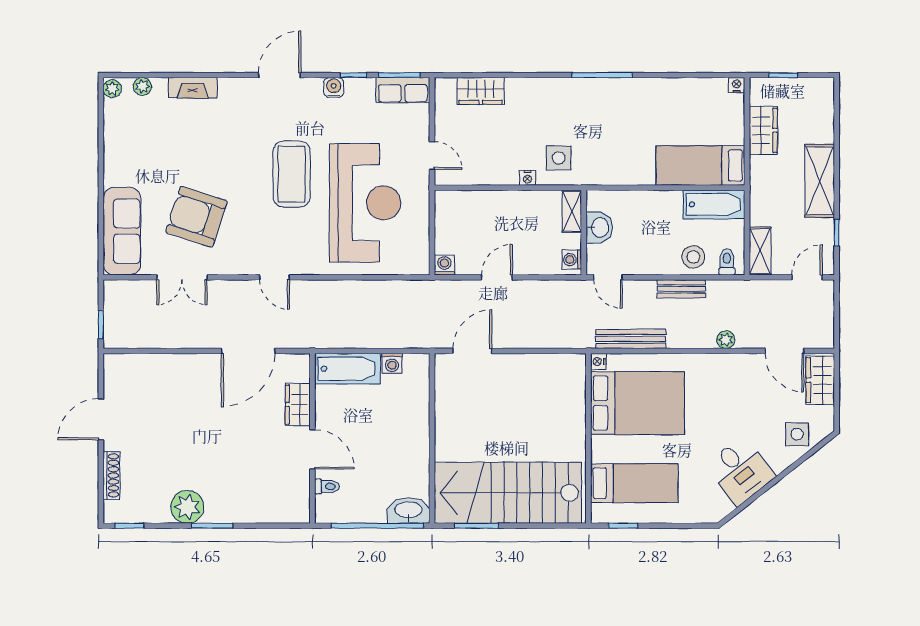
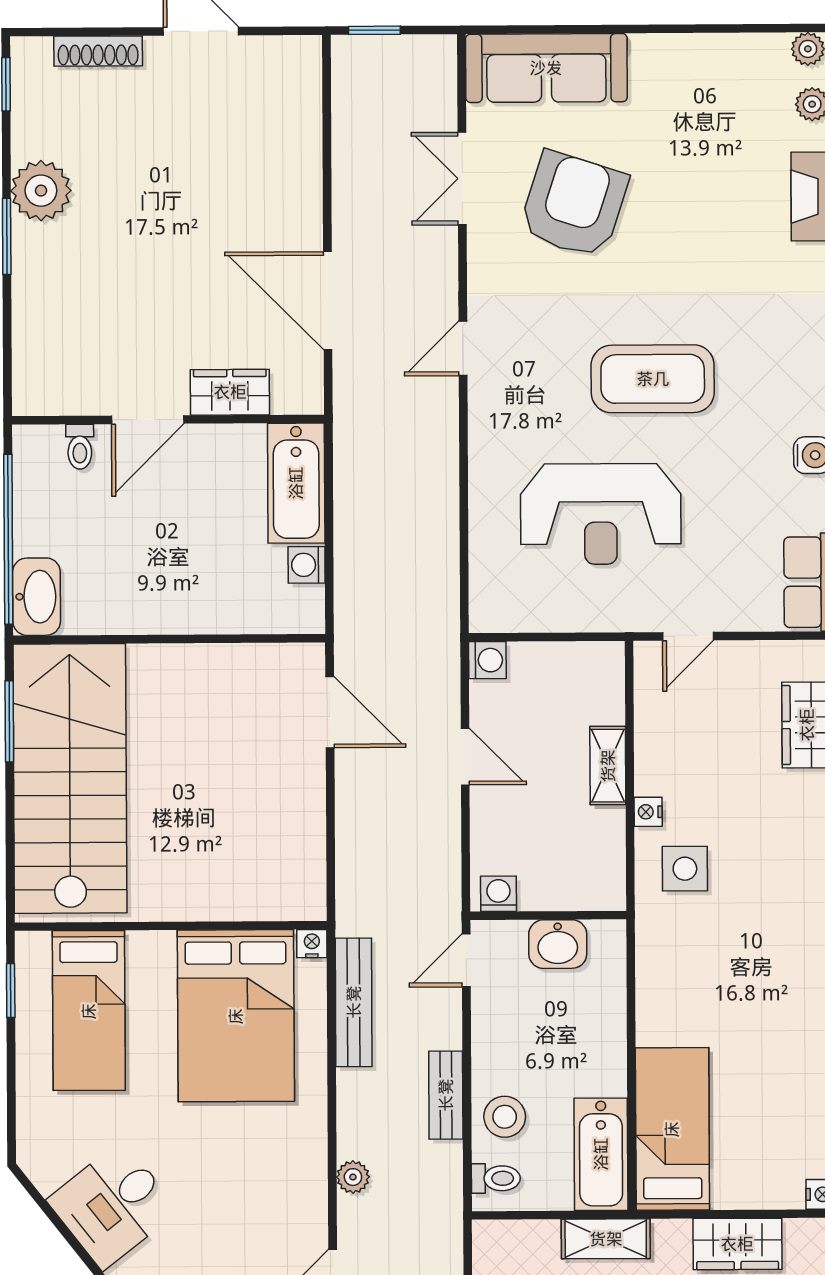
reception desk: (365, 203) -> (601, 514), width x0.74, depth x0.77
shelving: (572, 211) -> (608, 766), moved, turned 90
shelving: (760, 251) -> (606, 1239), moved

